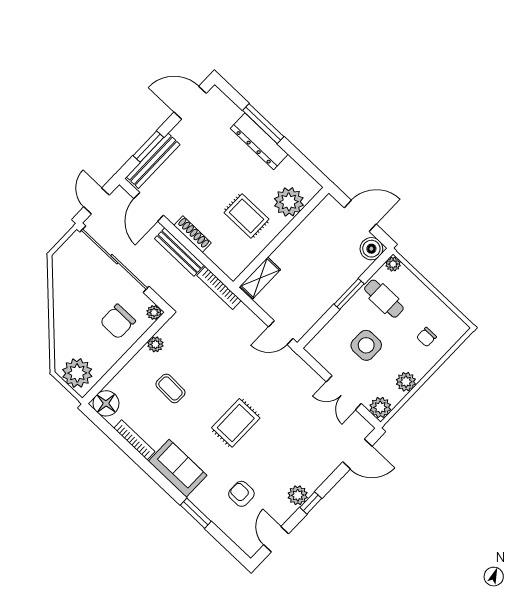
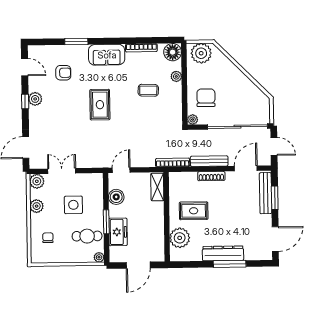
door: (149, 207) -> (246, 168), hinge flipped
boiler: (371, 249) -> (116, 197), moved
freezer: (347, 271) -> (118, 232), added
plant: (155, 344) -> (176, 76), moved

